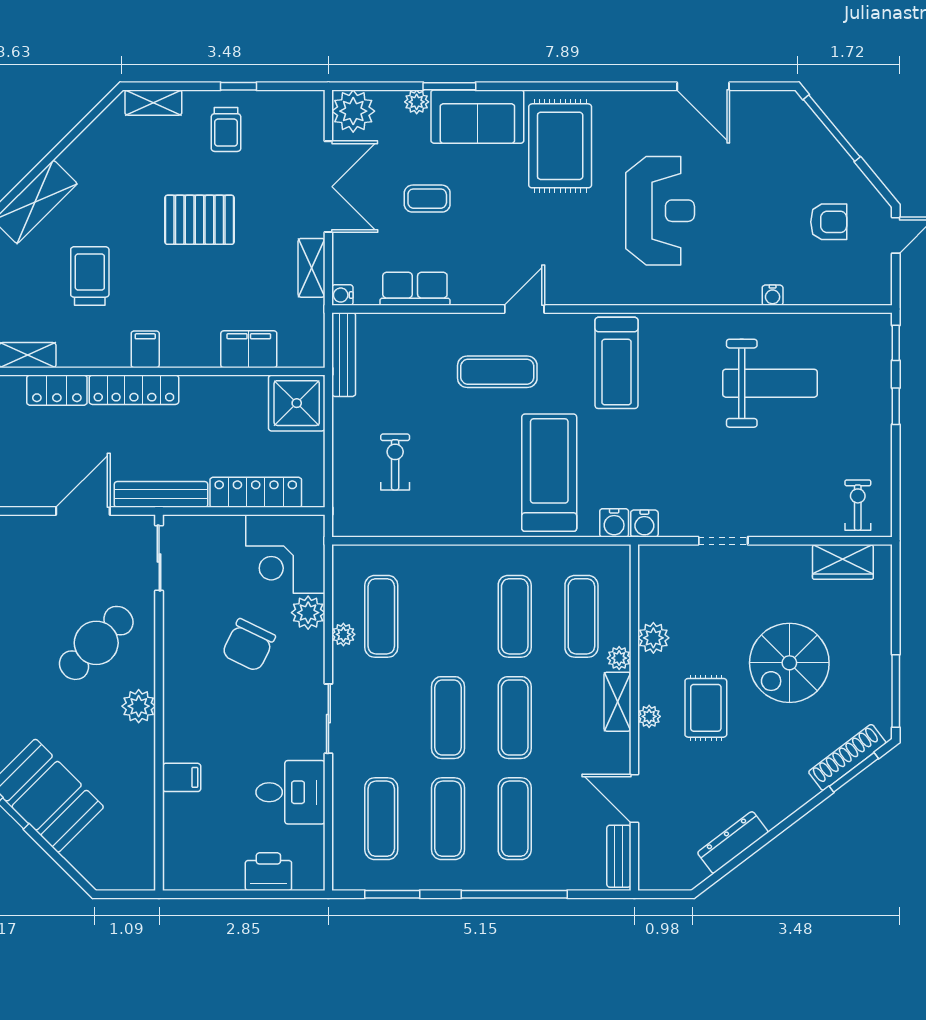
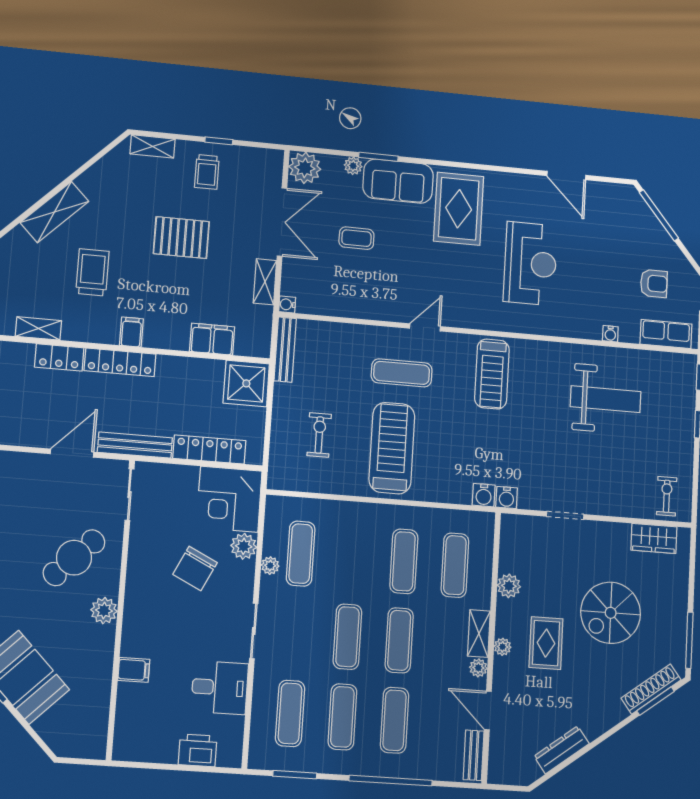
row of seats: (415, 289) -> (666, 334), moved
treadmill: (549, 473) -> (392, 448), moved
plant: (619, 658) -> (478, 668), moved

